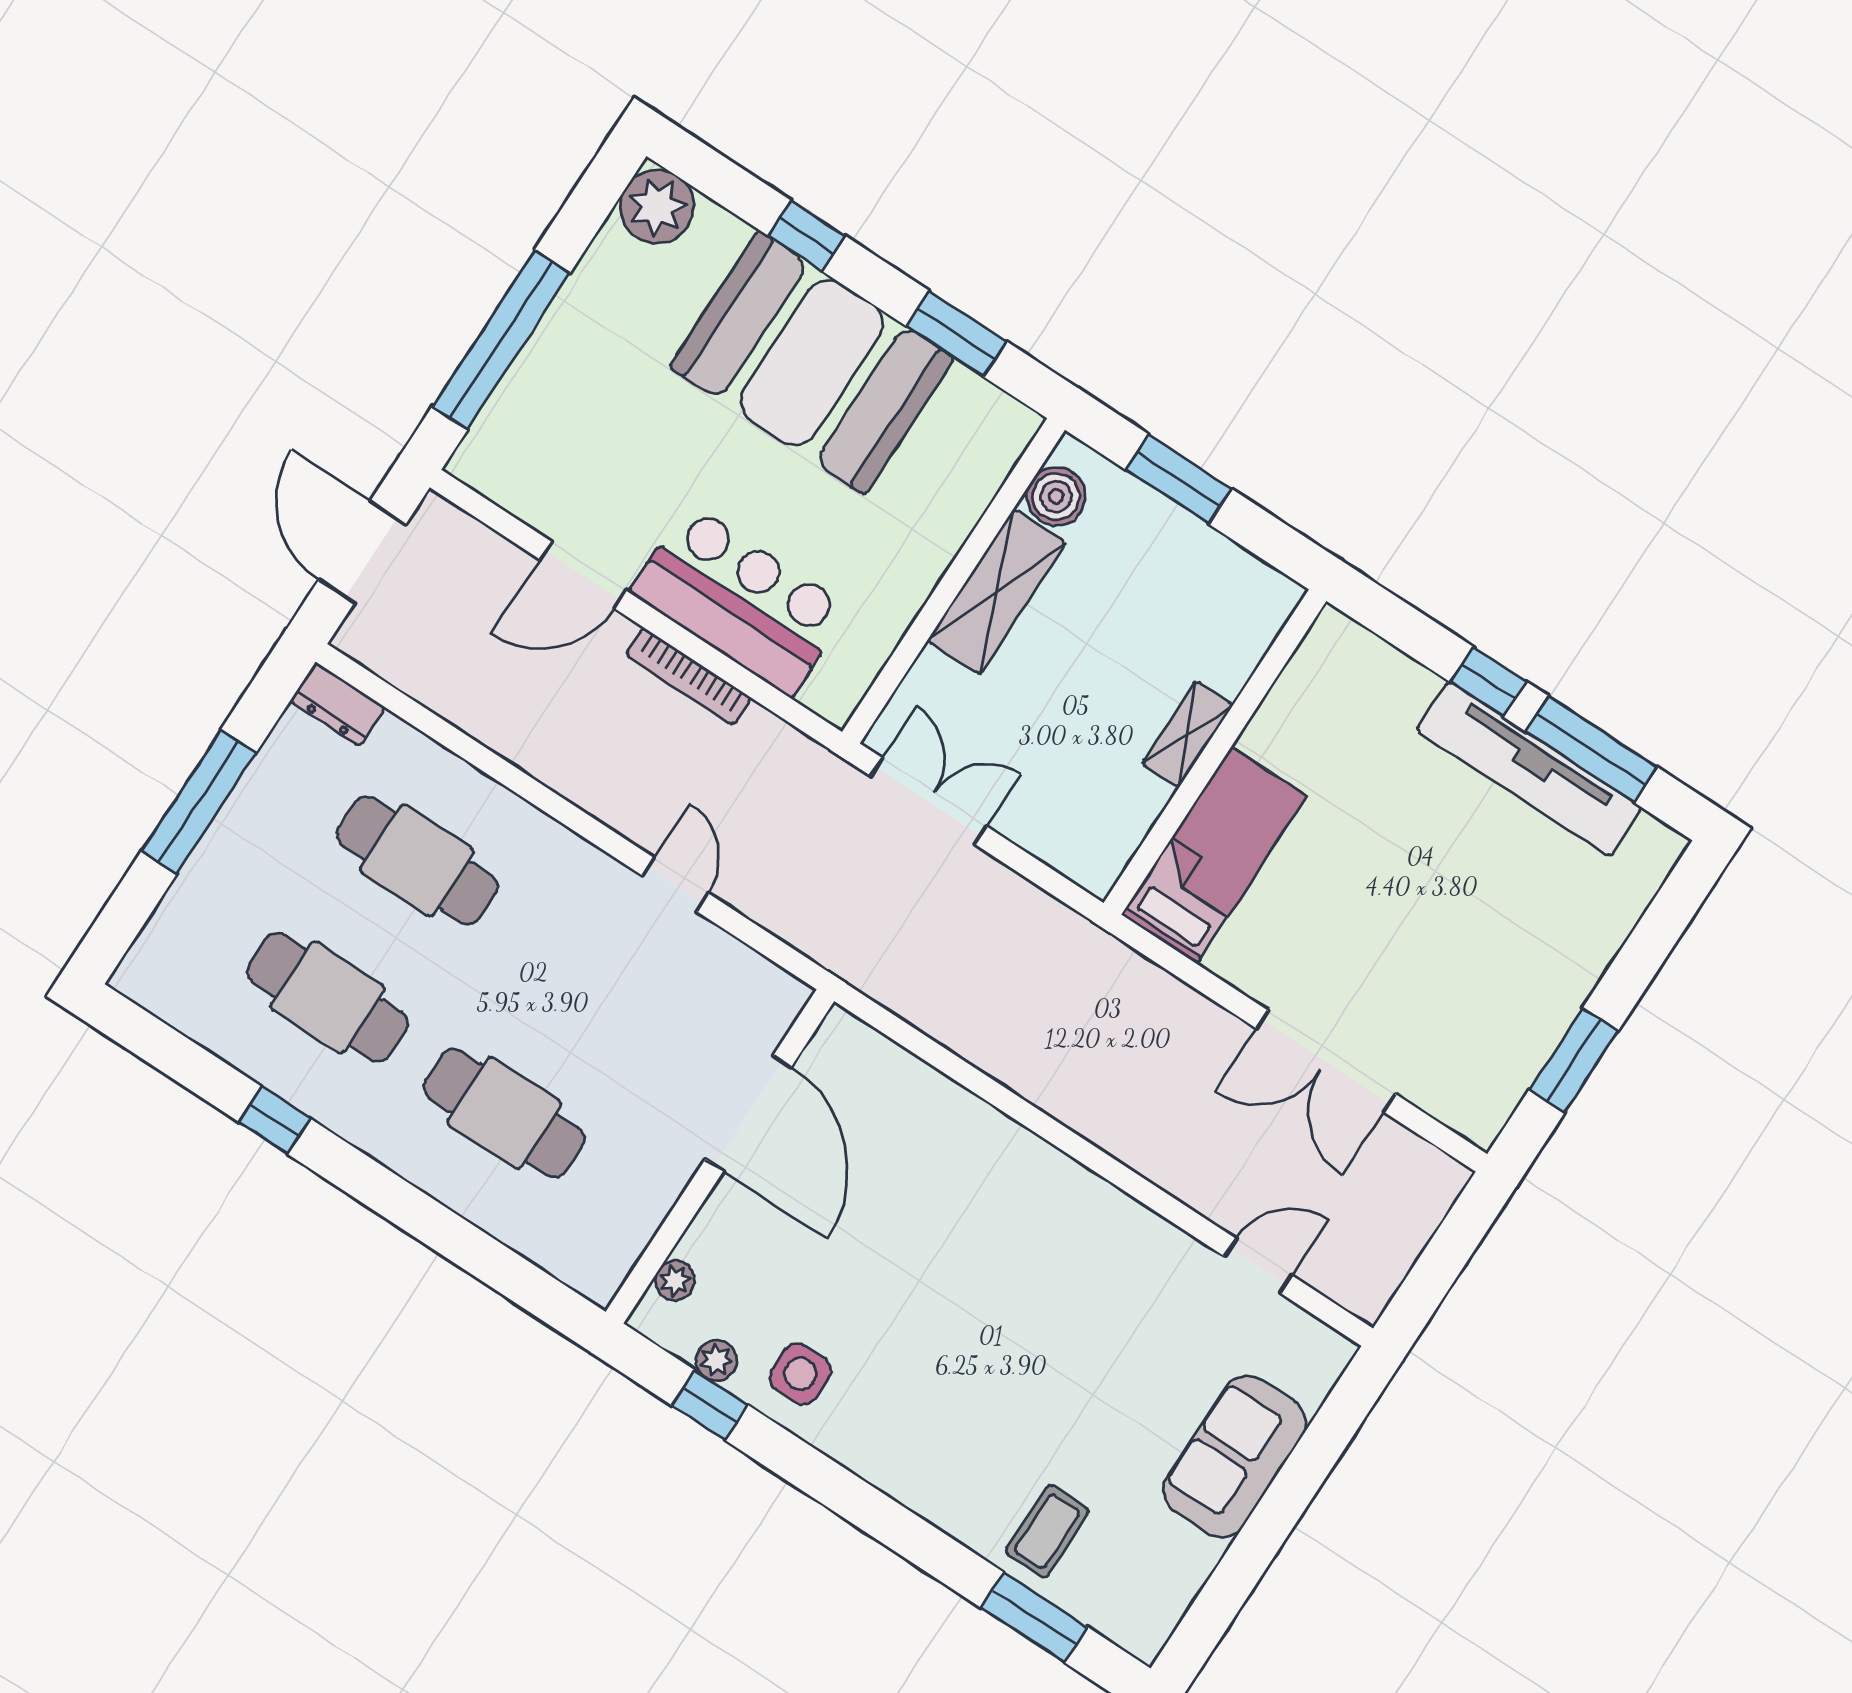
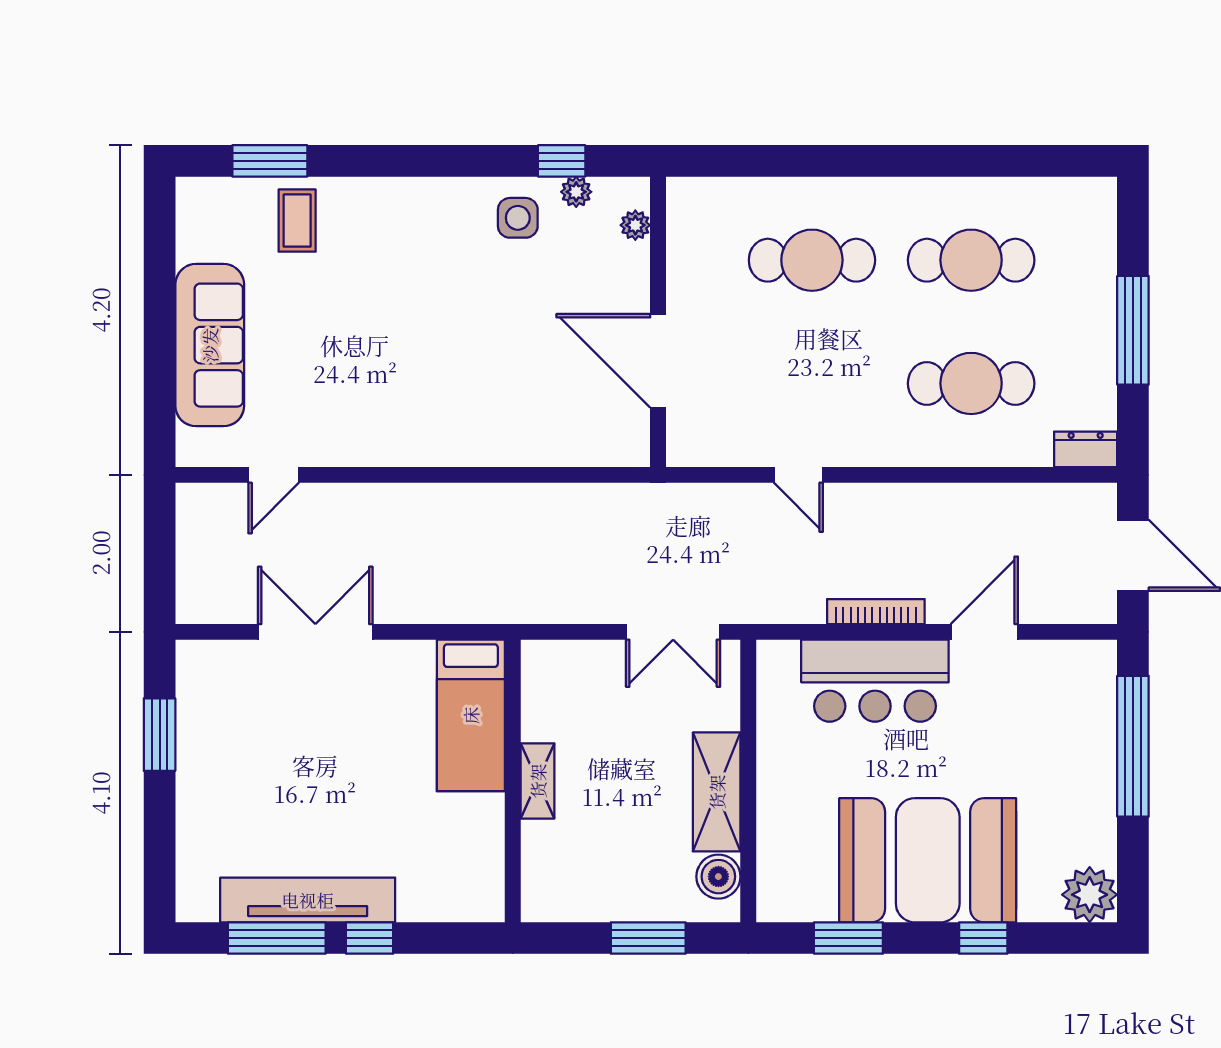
window: (275, 1120) -> (954, 161), removed
sofa: (1235, 1456) -> (210, 345), width x1.36

